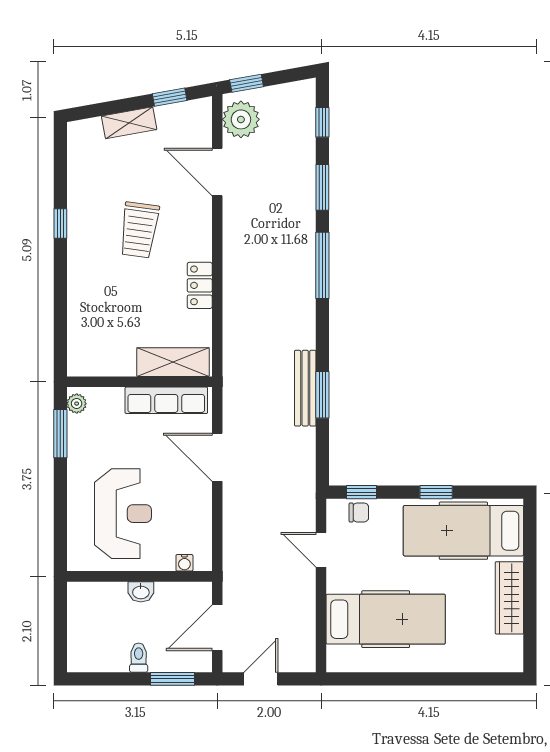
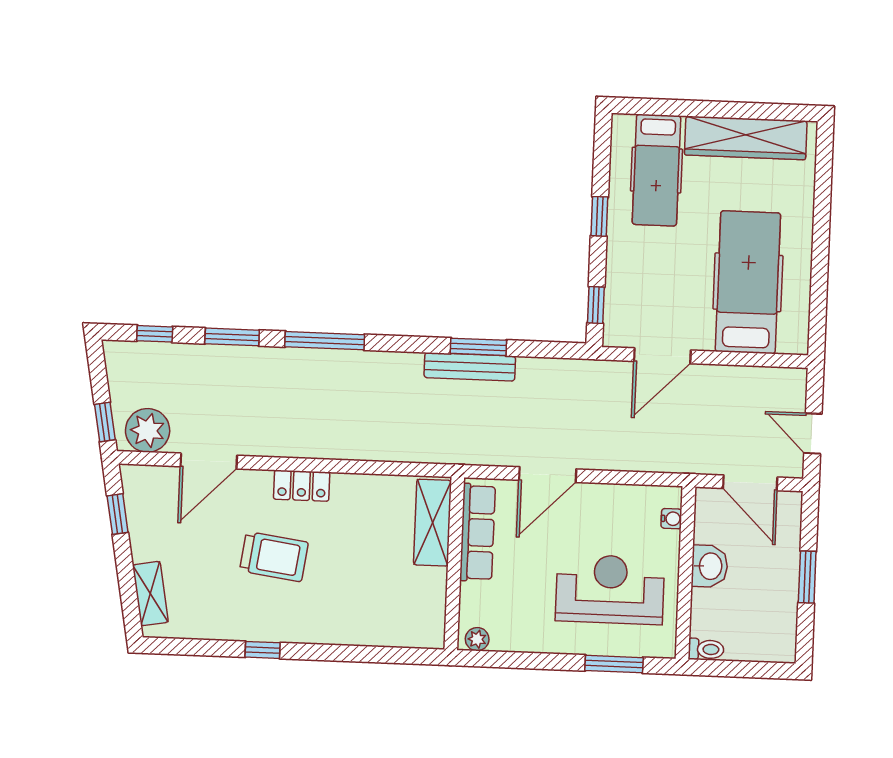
shelving: (129, 123) -> (150, 594), moved
locker: (200, 285) -> (302, 486), moved
window: (60, 434) -> (614, 664), moved
chair: (359, 512) -> (620, 309), removed
hospital bed: (463, 531) -> (656, 170), width x0.73, depth x0.78
door: (321, 550) -> (662, 356), width x1.38
washbasin: (141, 592) -> (710, 566), width x1.38, depth x1.45
wardrobe: (509, 598) -> (746, 138), width x1.40, depth x1.17
toilet: (139, 658) -> (706, 649), moved, turned 180
window: (173, 679) -> (807, 577), moved

